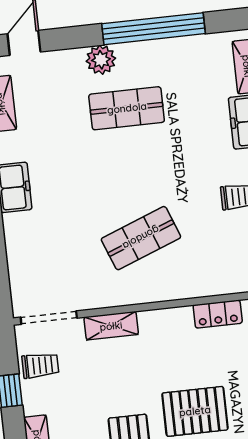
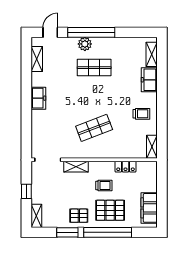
window: (154, 29) -> (91, 32), moved
trolley: (40, 365) -> (104, 185), moved

